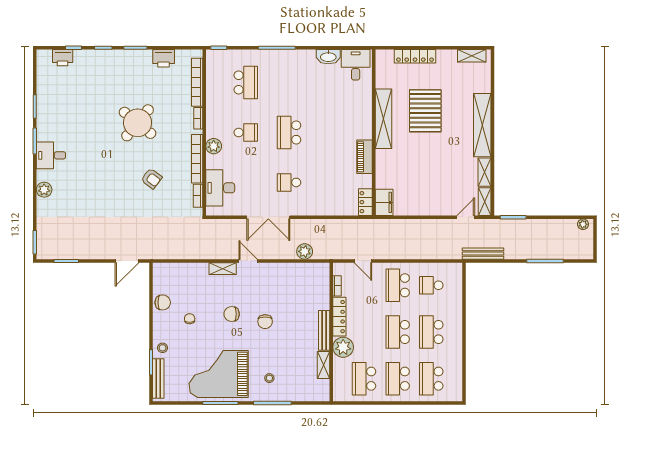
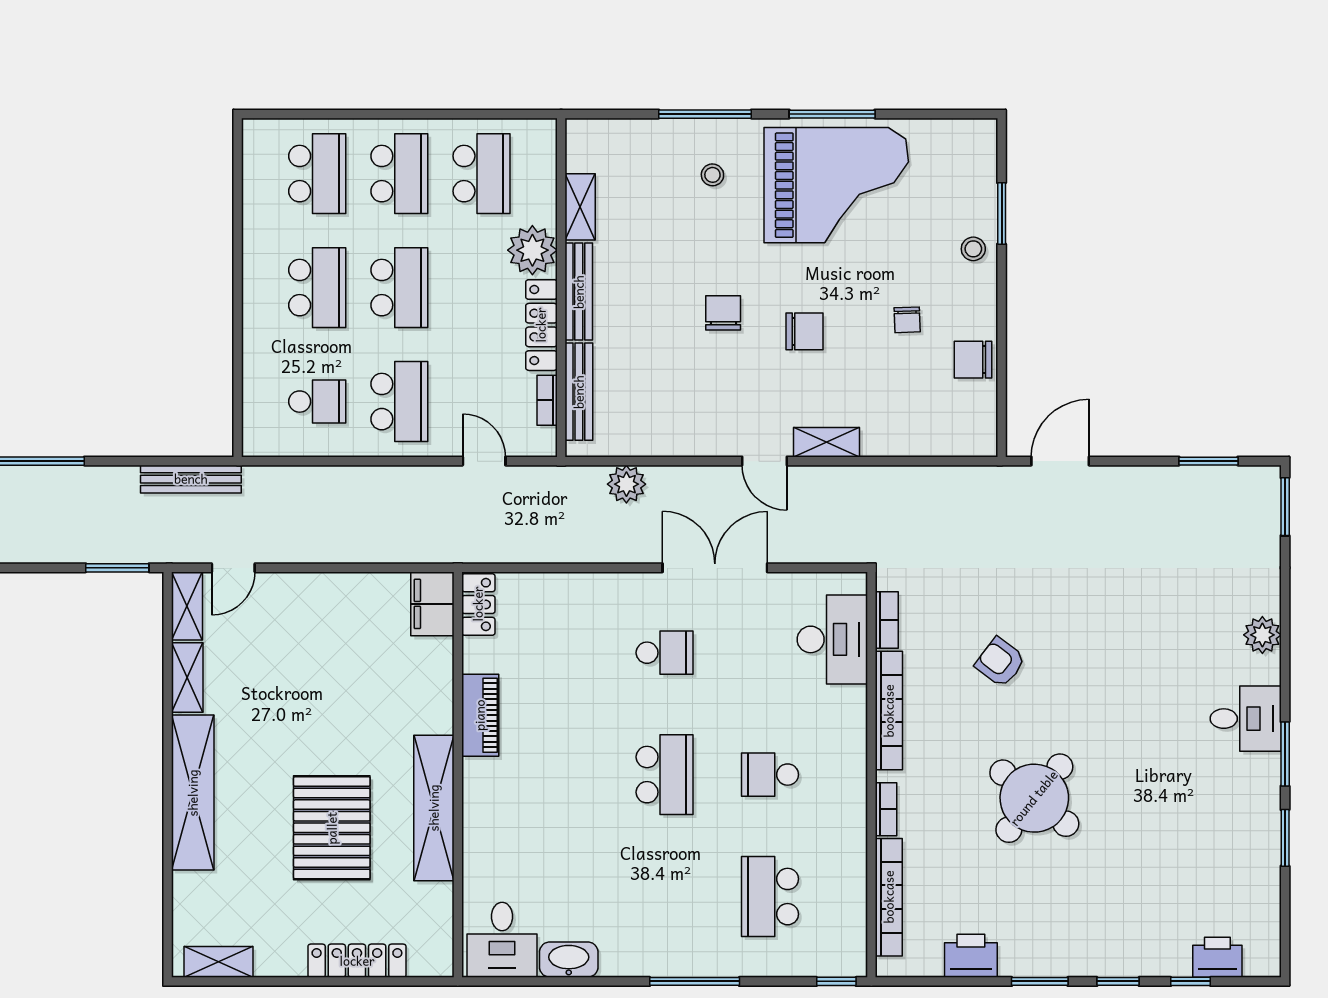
plant: (214, 146) -> (849, 741), removed
bench: (158, 378) -> (579, 392), moved

